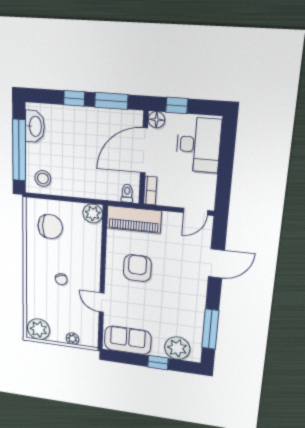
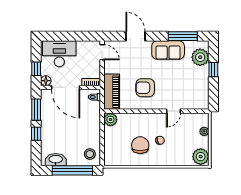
chair: (50, 227) -> (140, 145), moved
sofa: (128, 340) -> (168, 50), moved, turned -90

